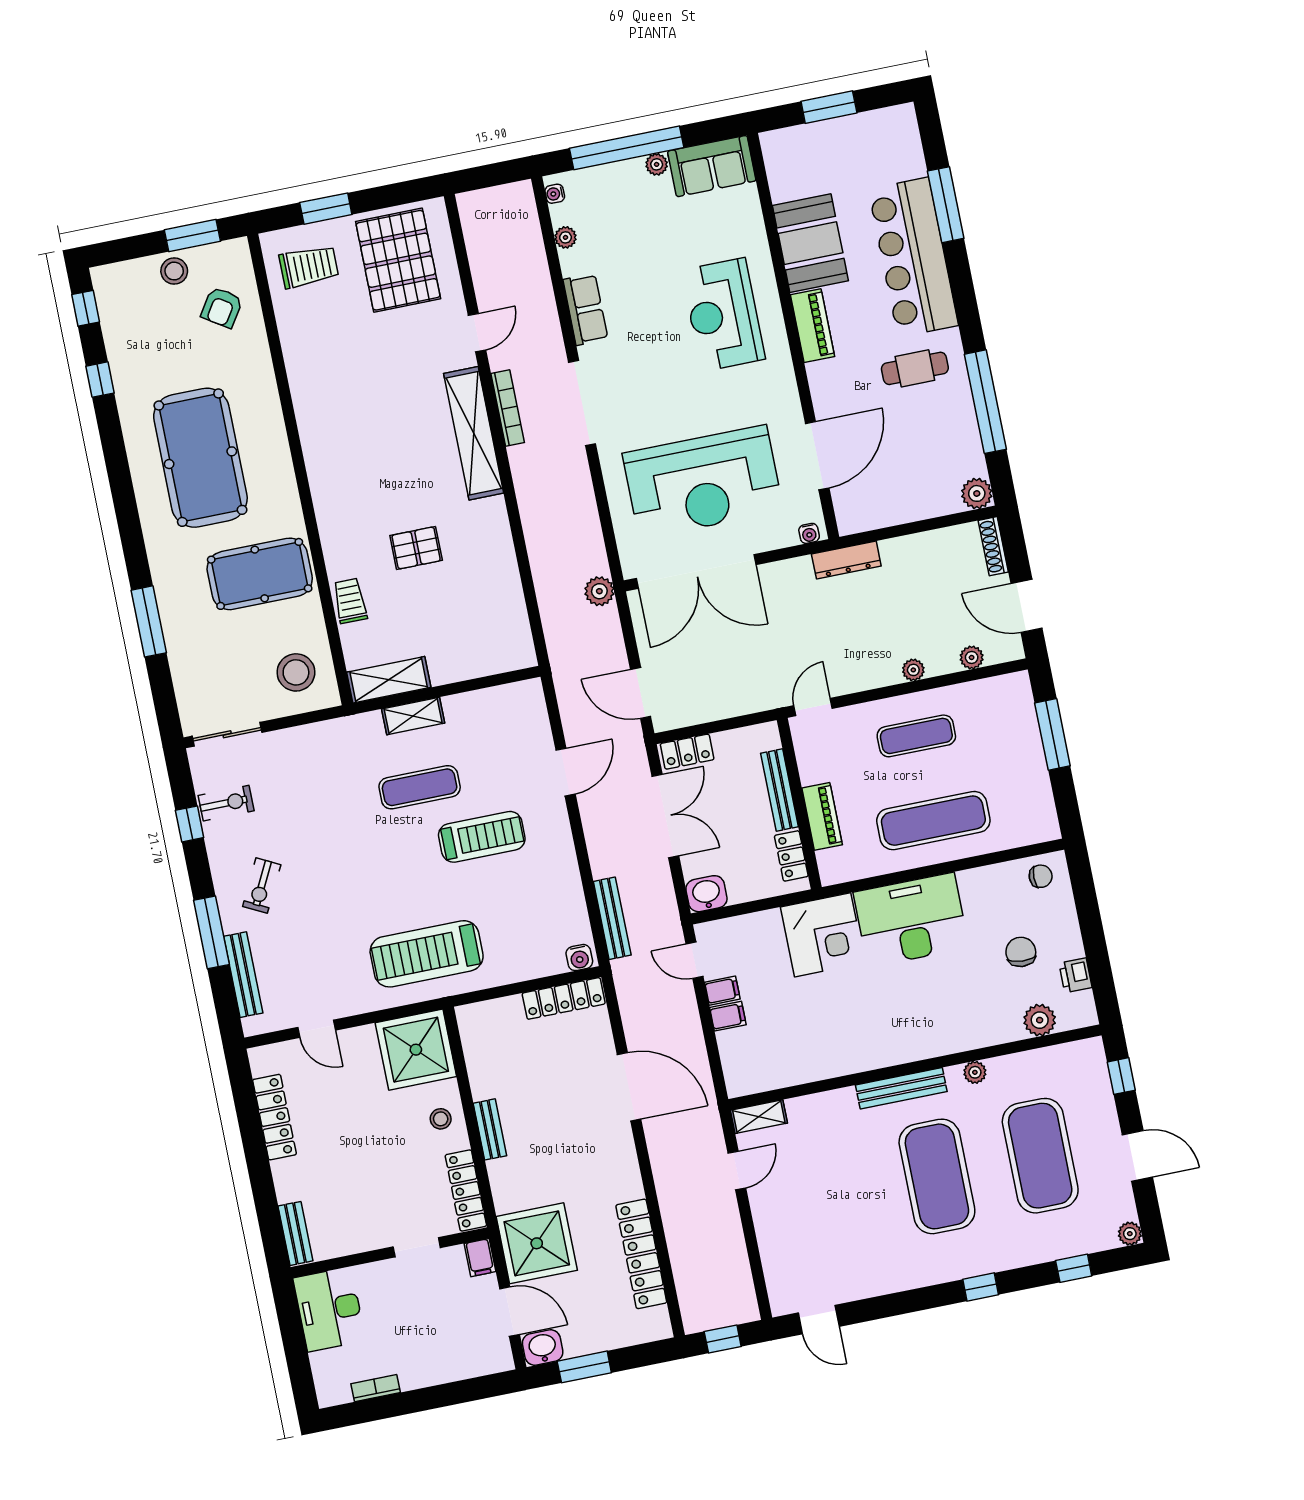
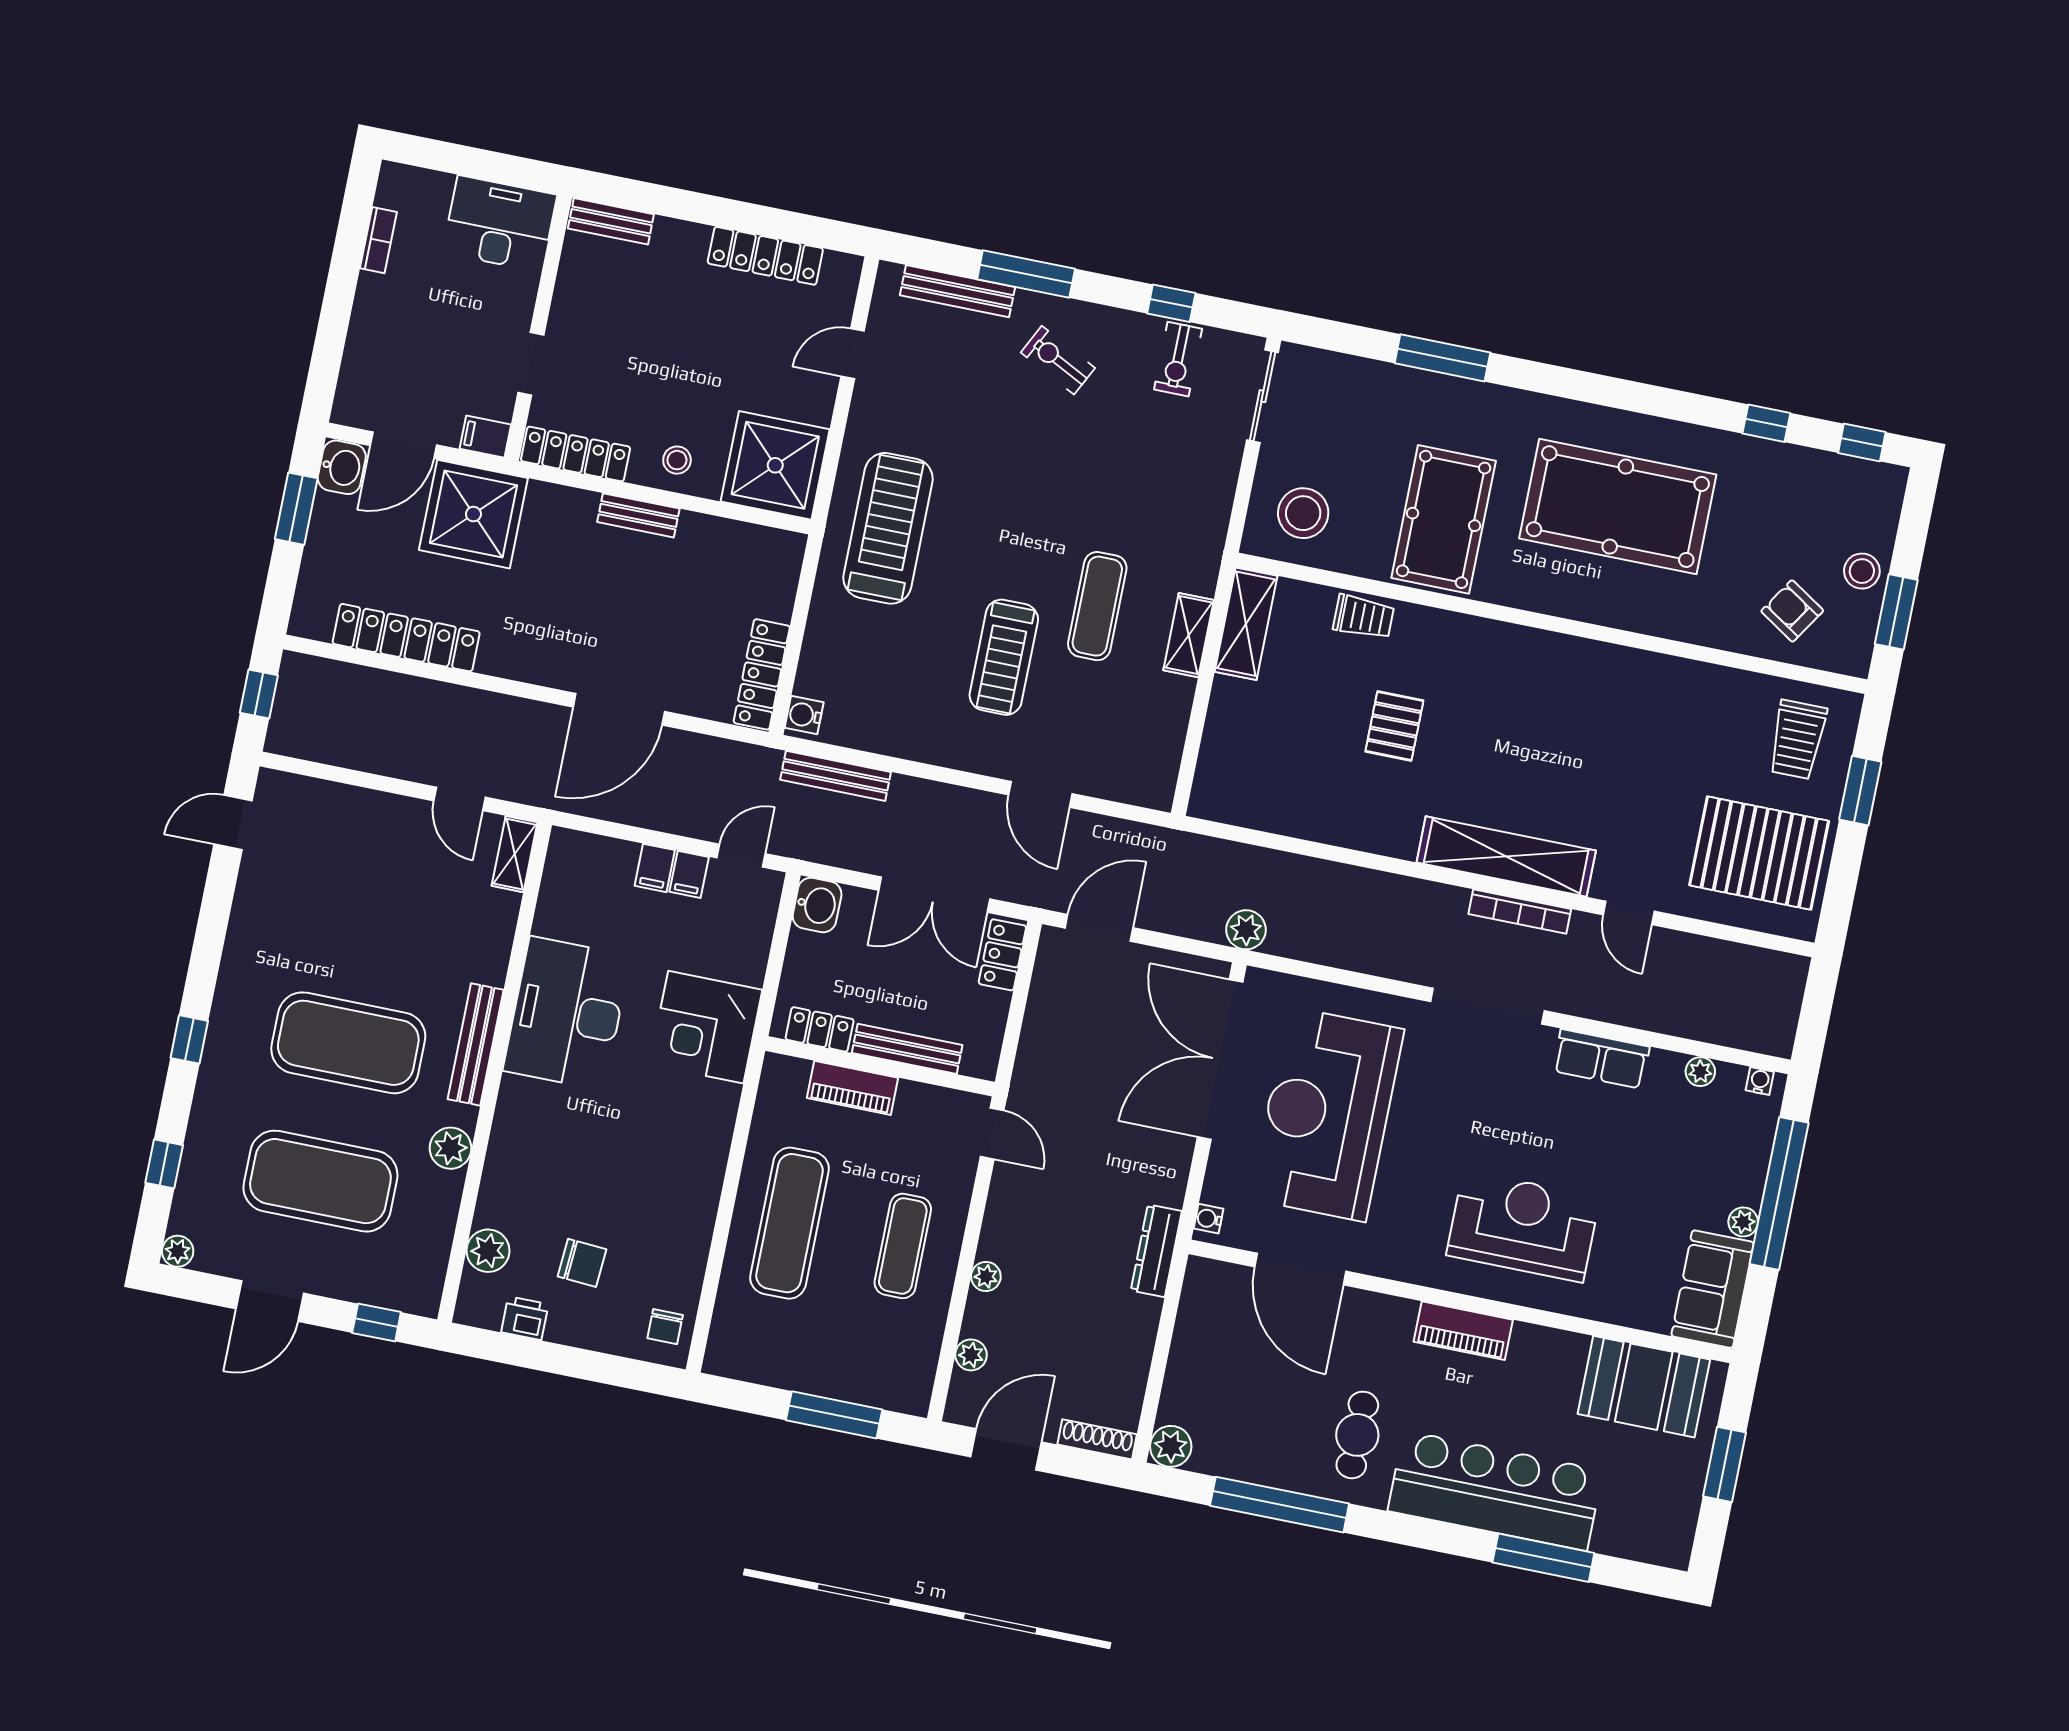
booth: (810, 243) -> (1644, 1387), moved
desk: (911, 920) -> (567, 1013), moved, turned 180
plant: (975, 1072) -> (451, 1148), width x1.38, depth x1.38

